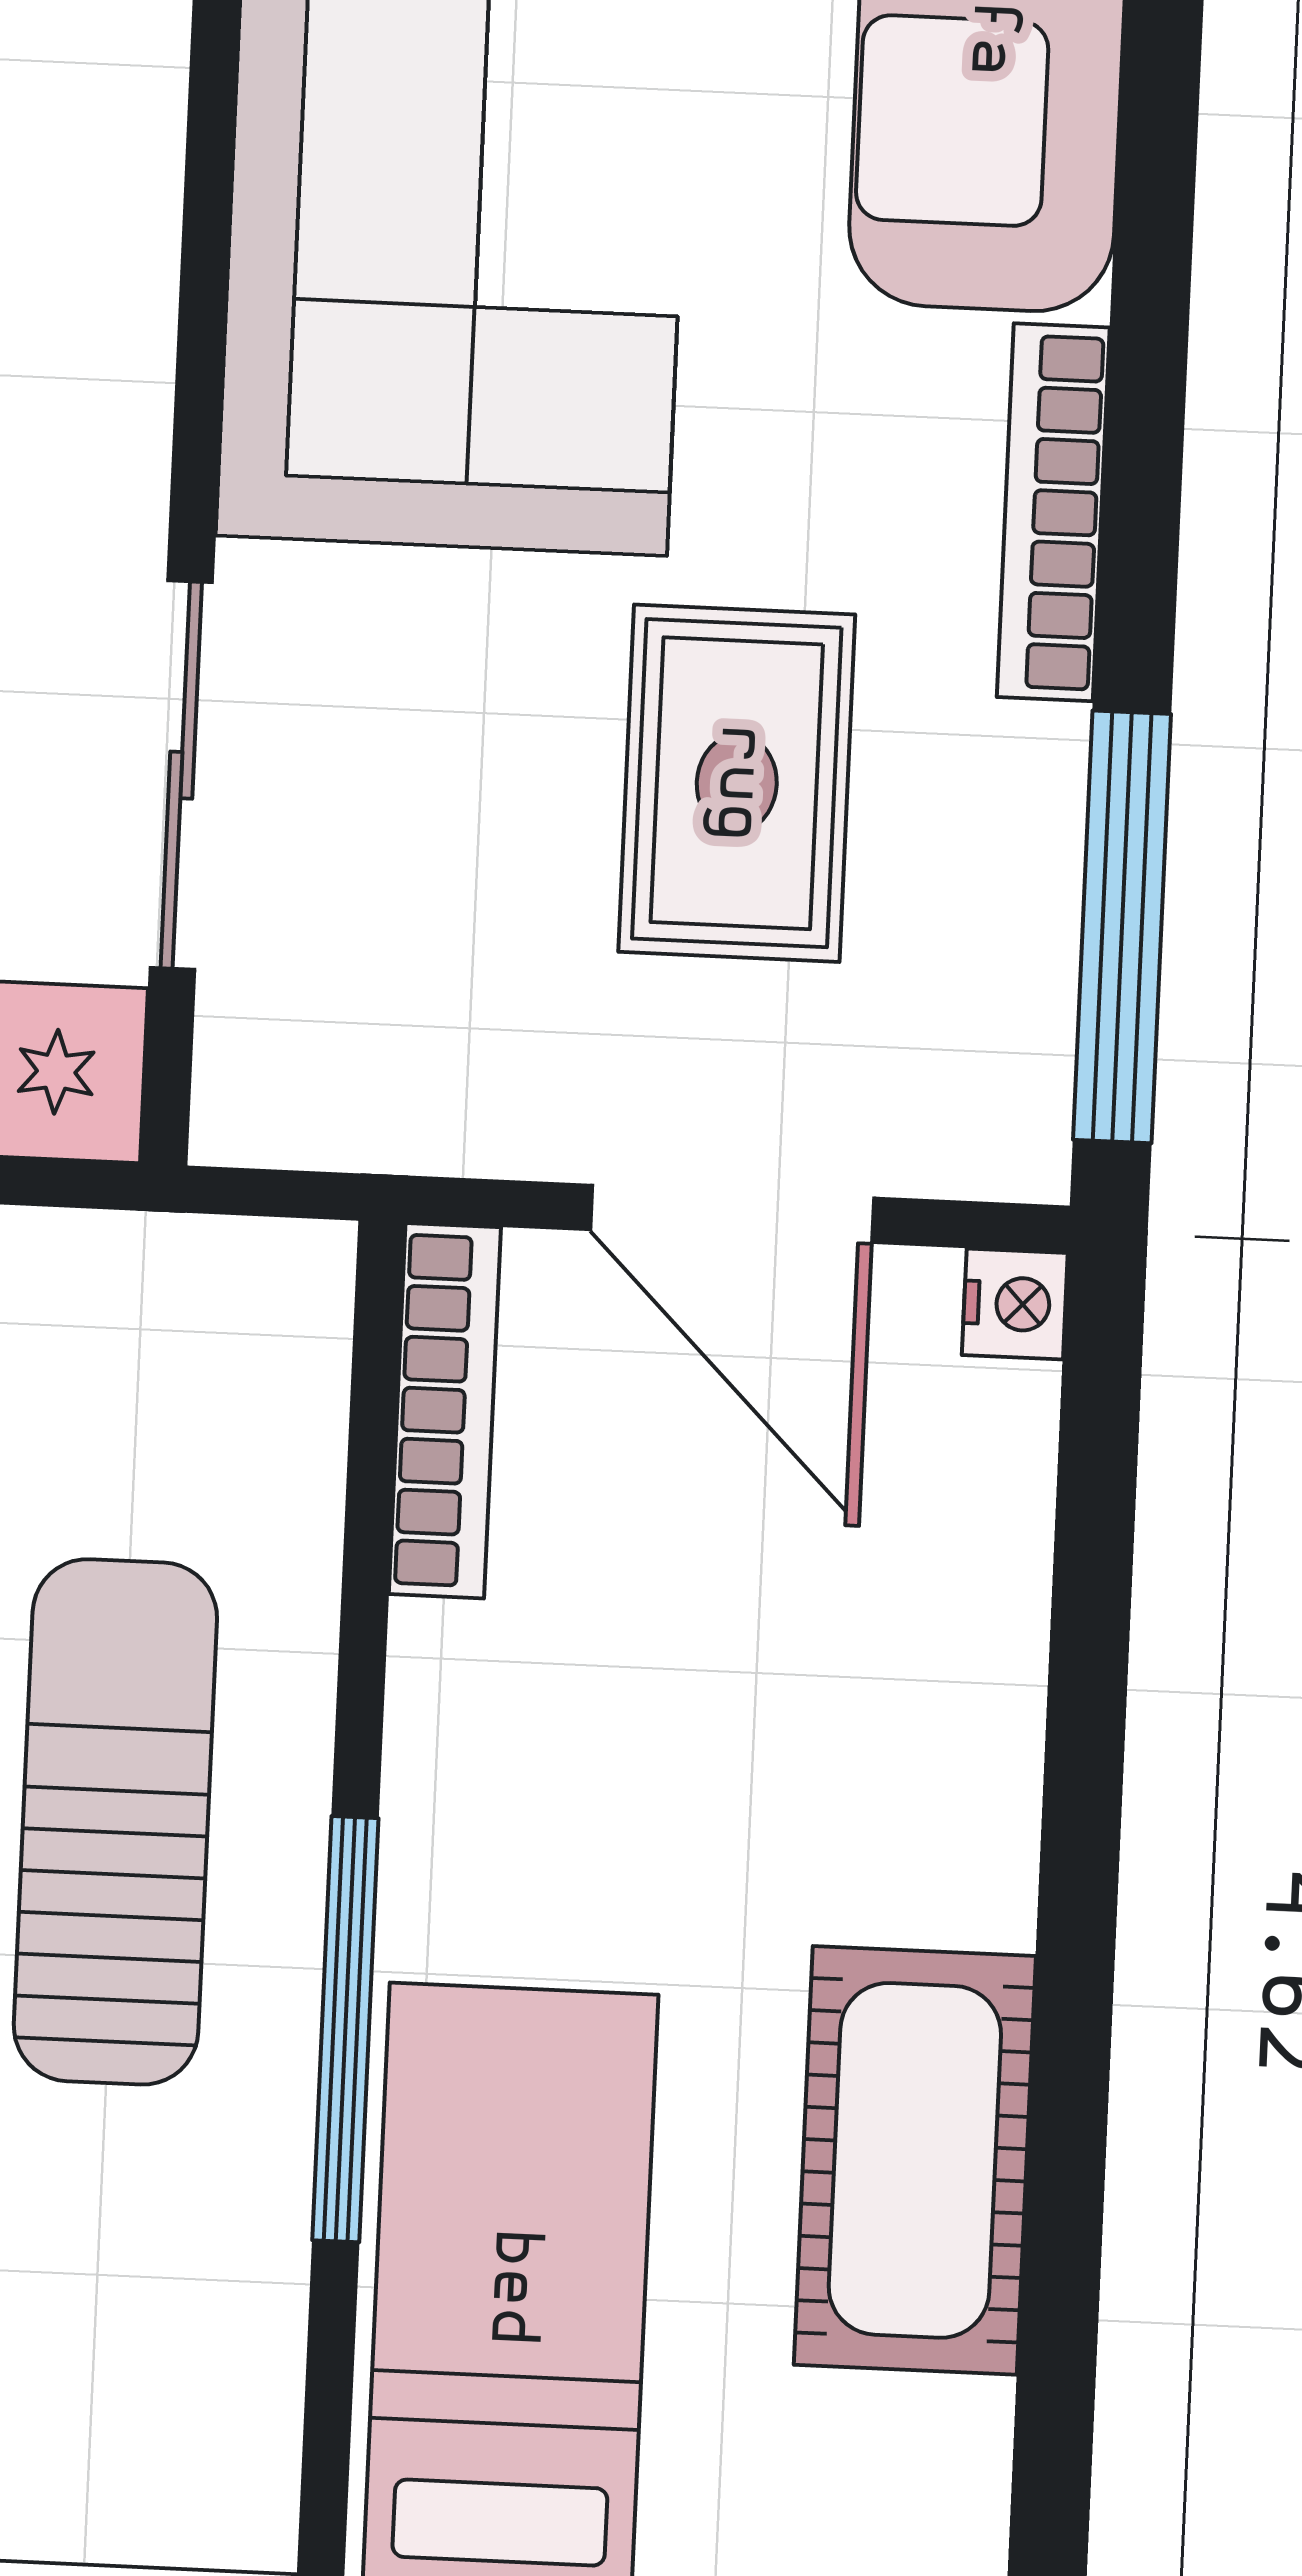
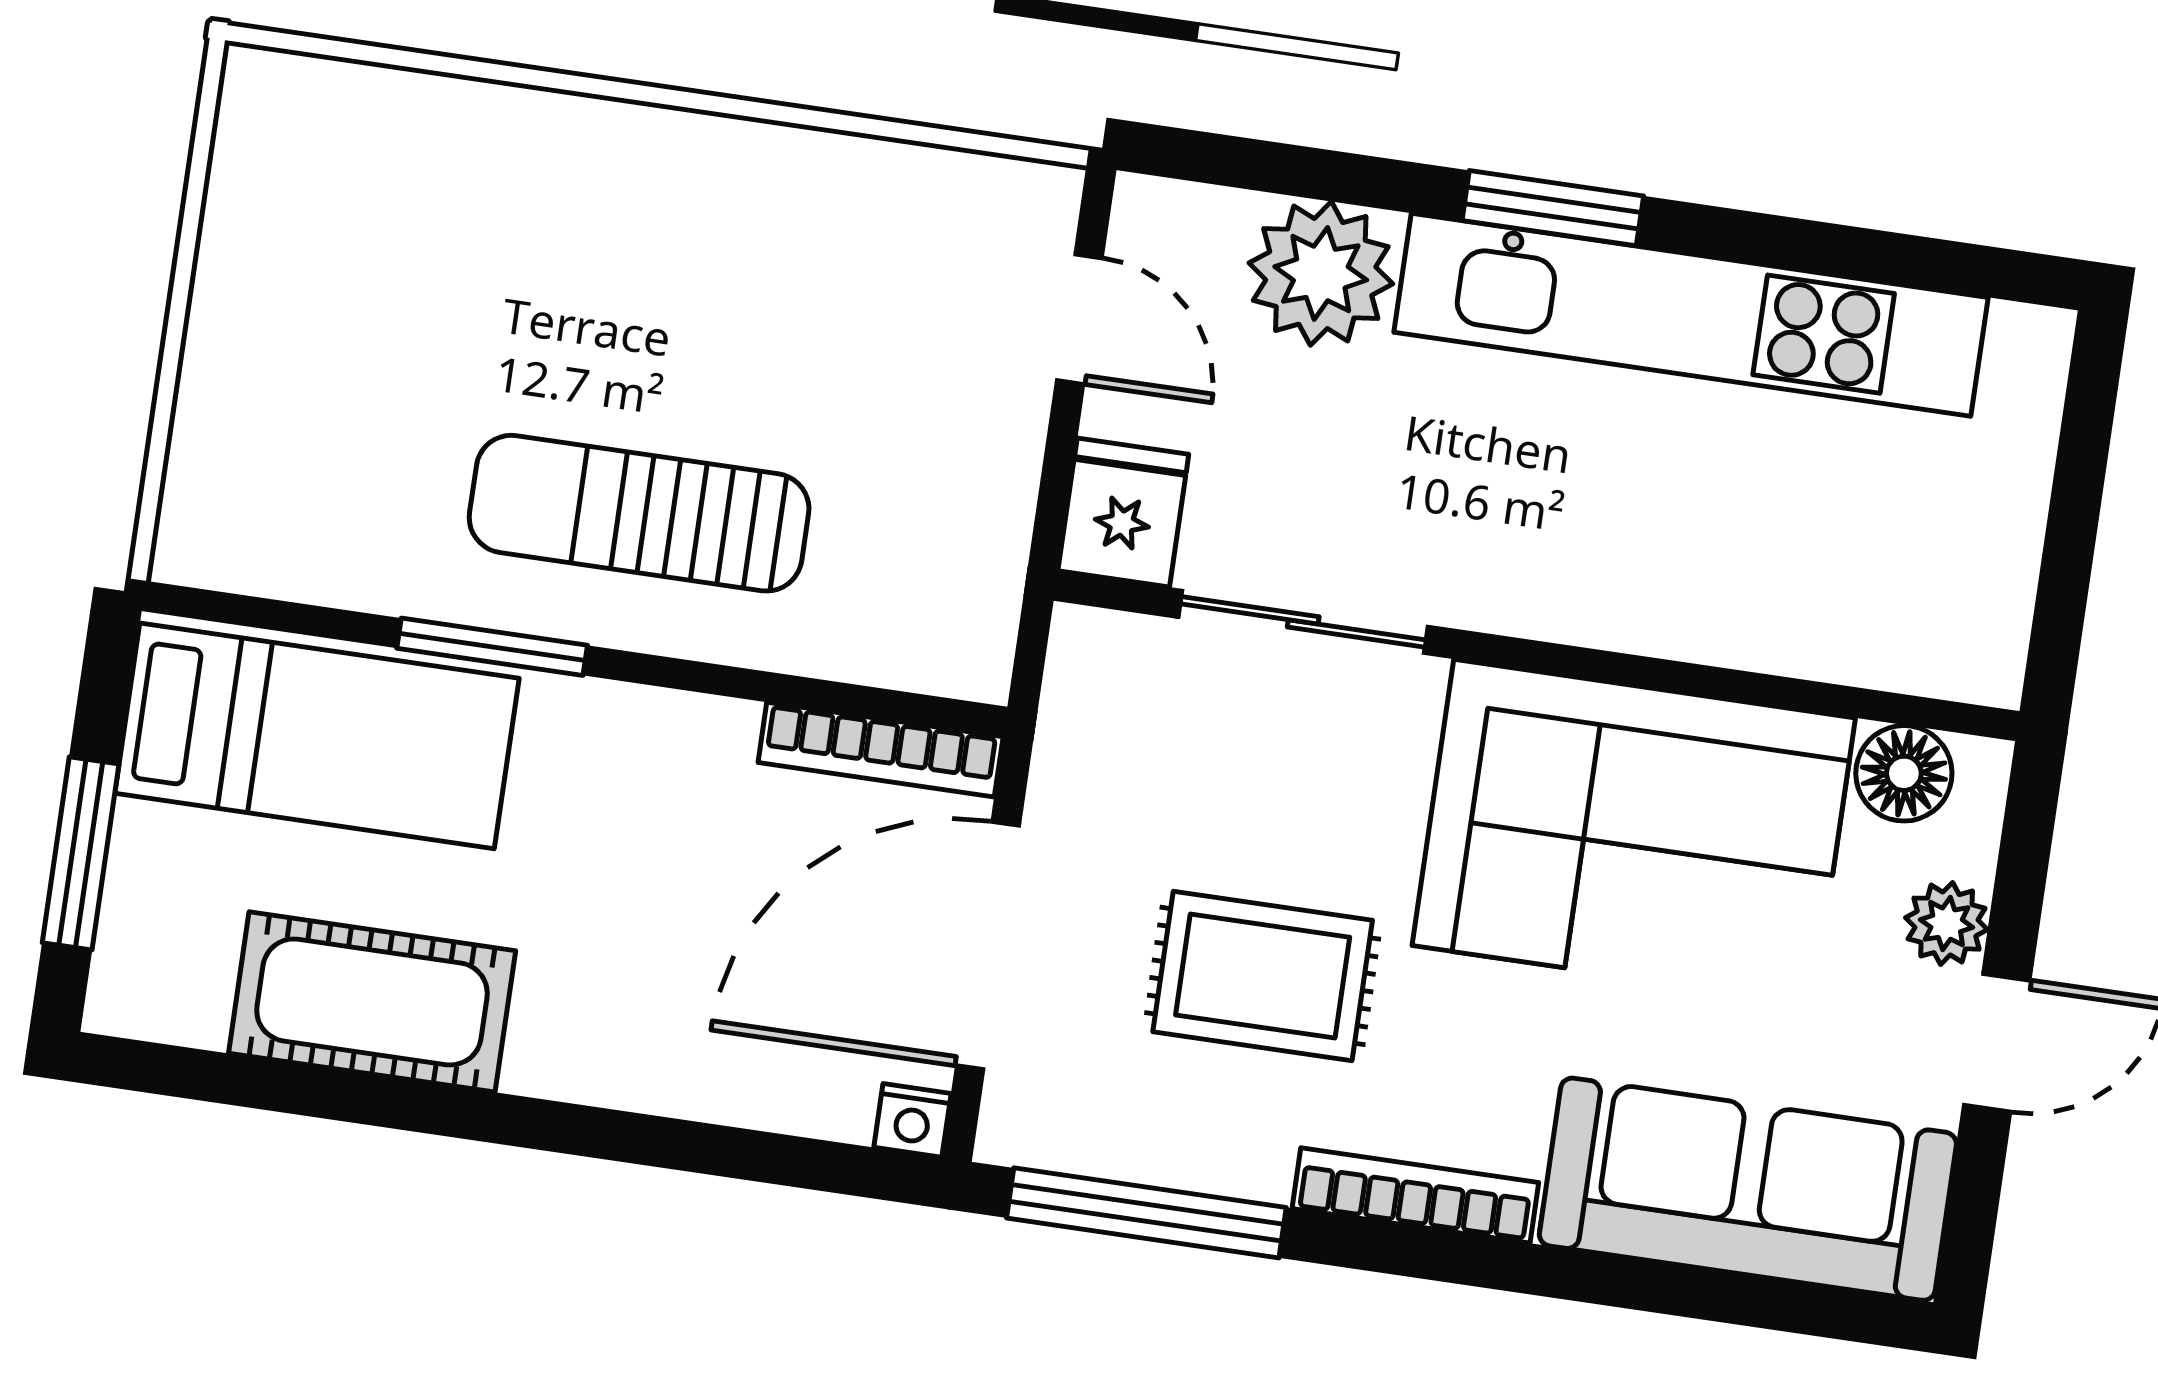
door: (732, 1214) -> (988, 946), width x1.36
sun lounger: (115, 1822) -> (639, 513), turned 180
window: (345, 2029) -> (492, 647), width x0.69

